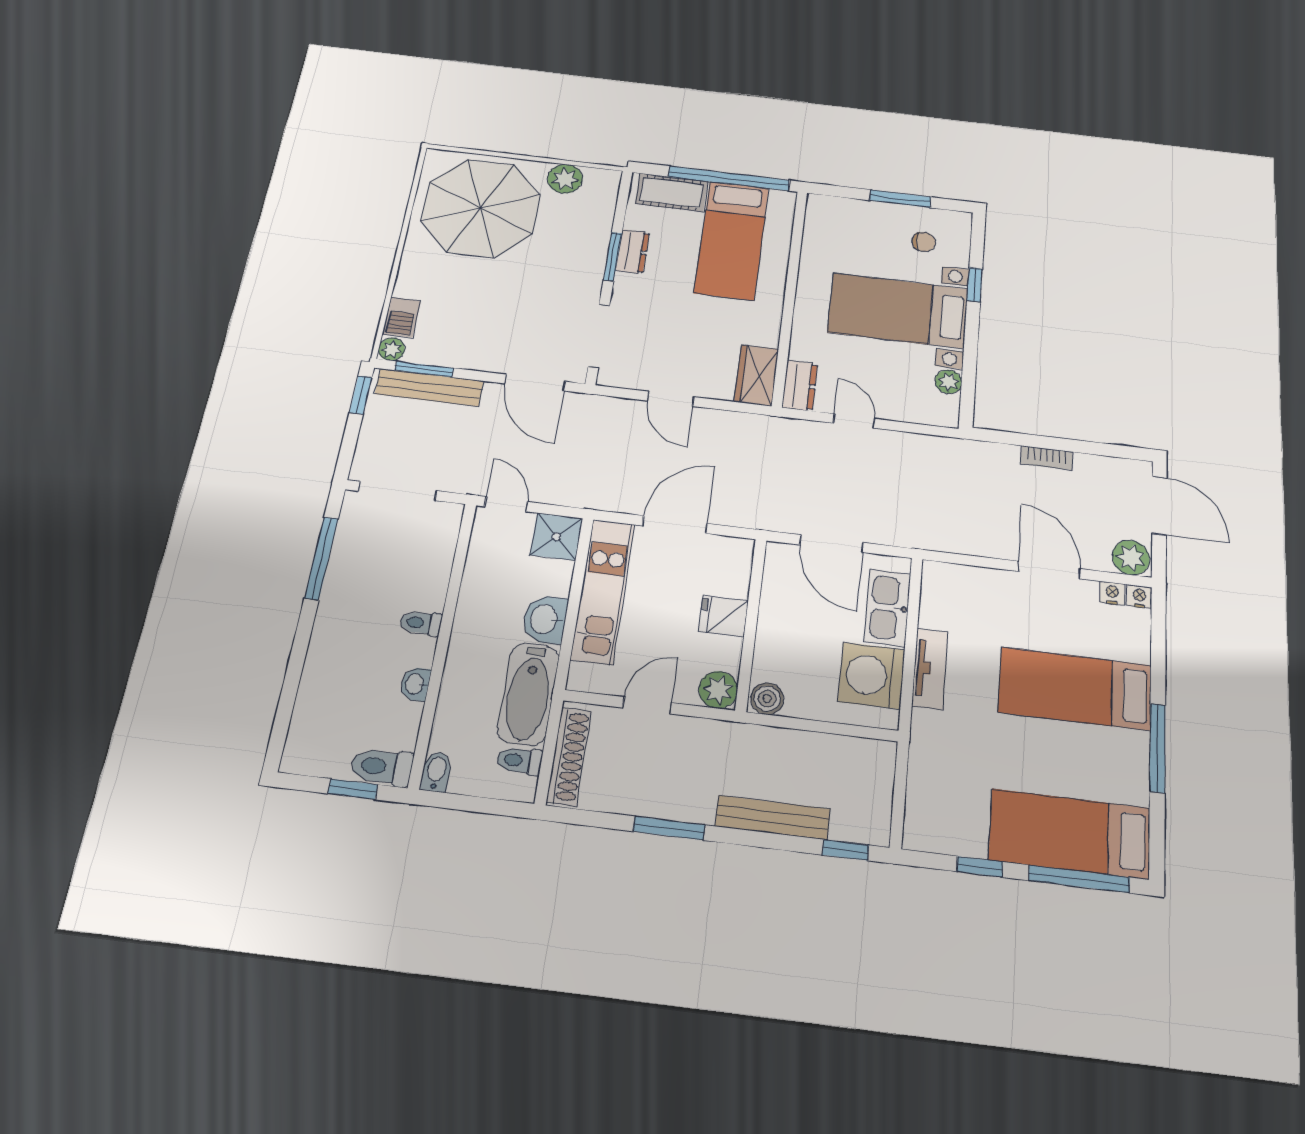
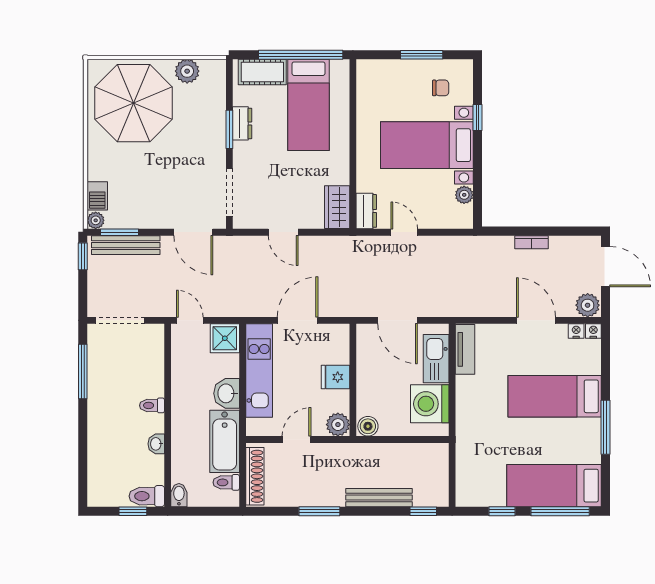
tv unit: (930, 668) -> (465, 349), moved

